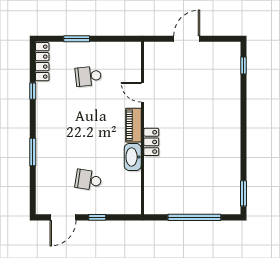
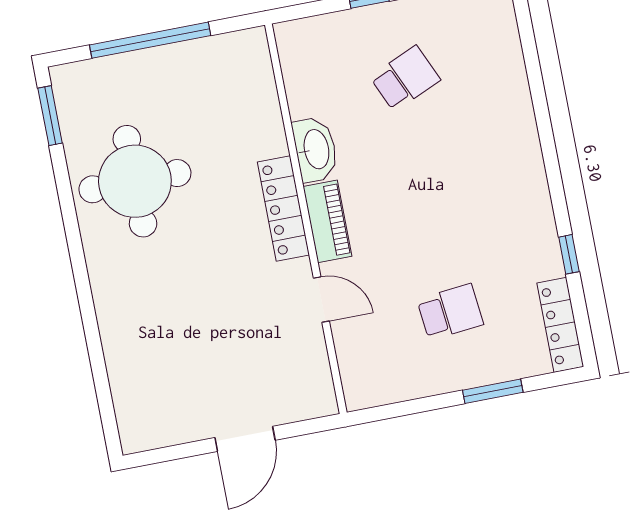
window: (244, 66) -> (105, 403), removed
locker: (151, 142) -> (283, 209), width x1.53
window: (33, 152) -> (543, 117), removed
round table: (213, 158) -> (135, 181), added
school desk: (88, 180) -> (405, 78), turned -33

